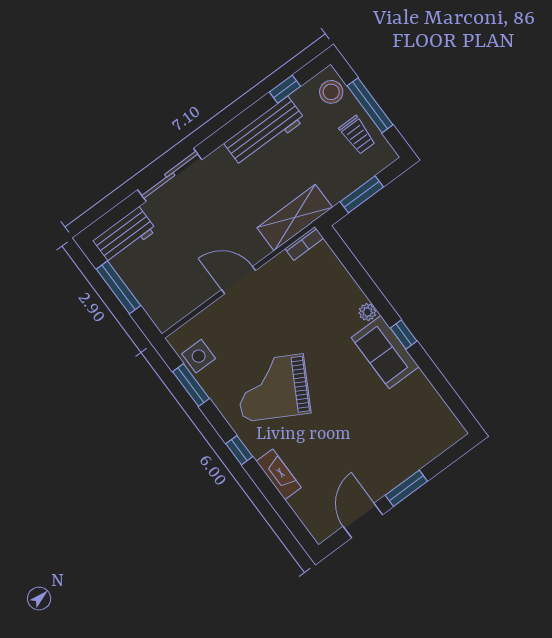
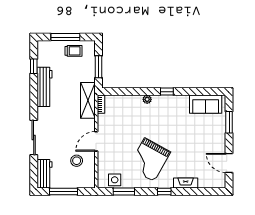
stool: (331, 92) -> (77, 161), moved
sofa: (385, 352) -> (206, 104), moved
window: (406, 488) -> (229, 122), moved

